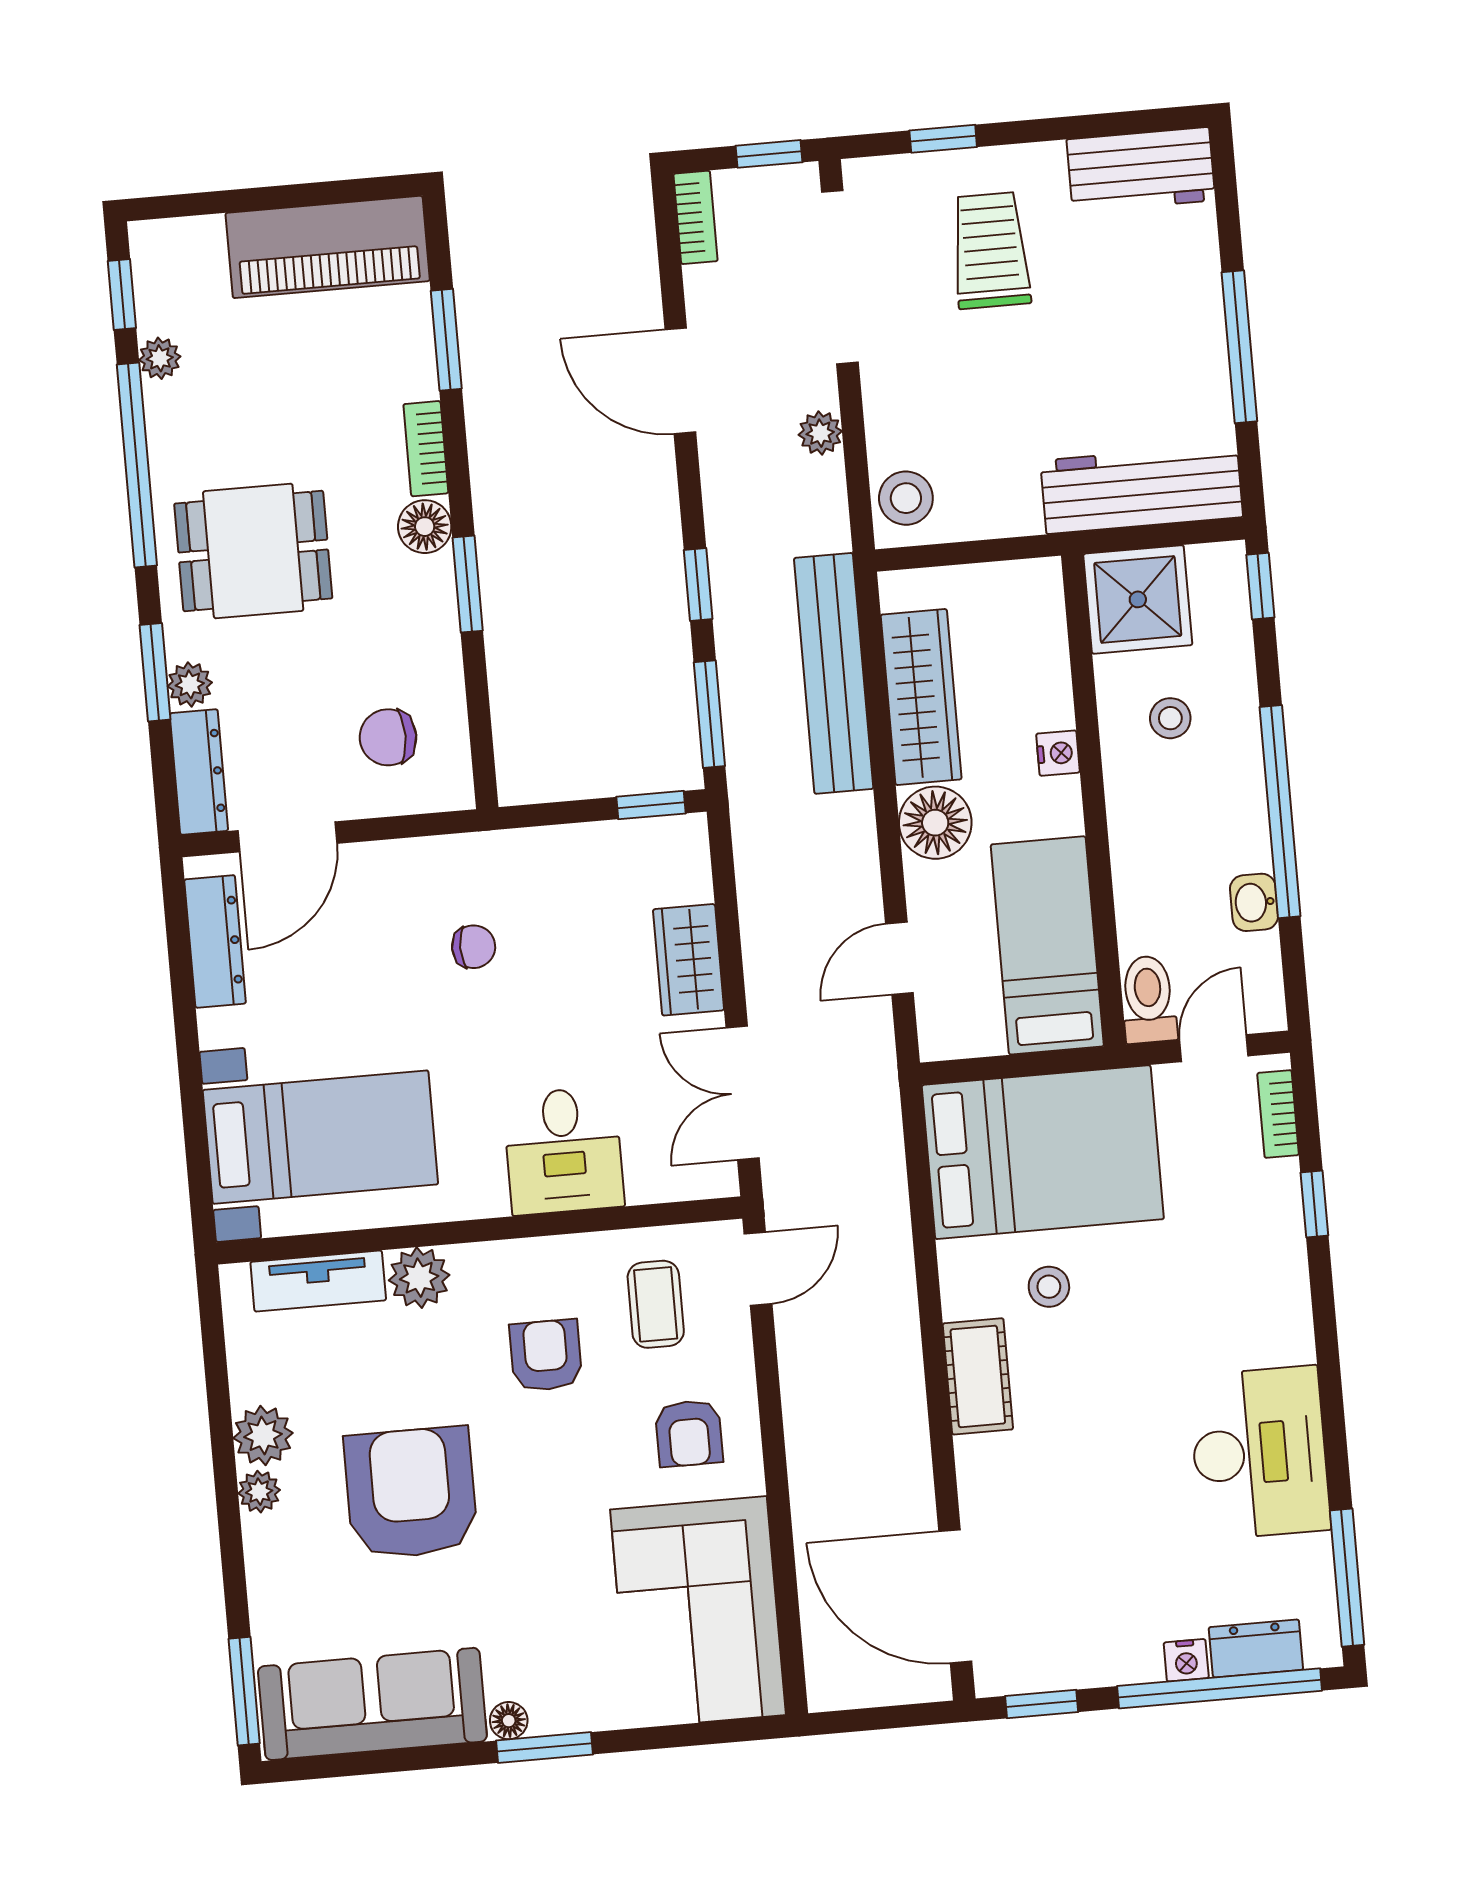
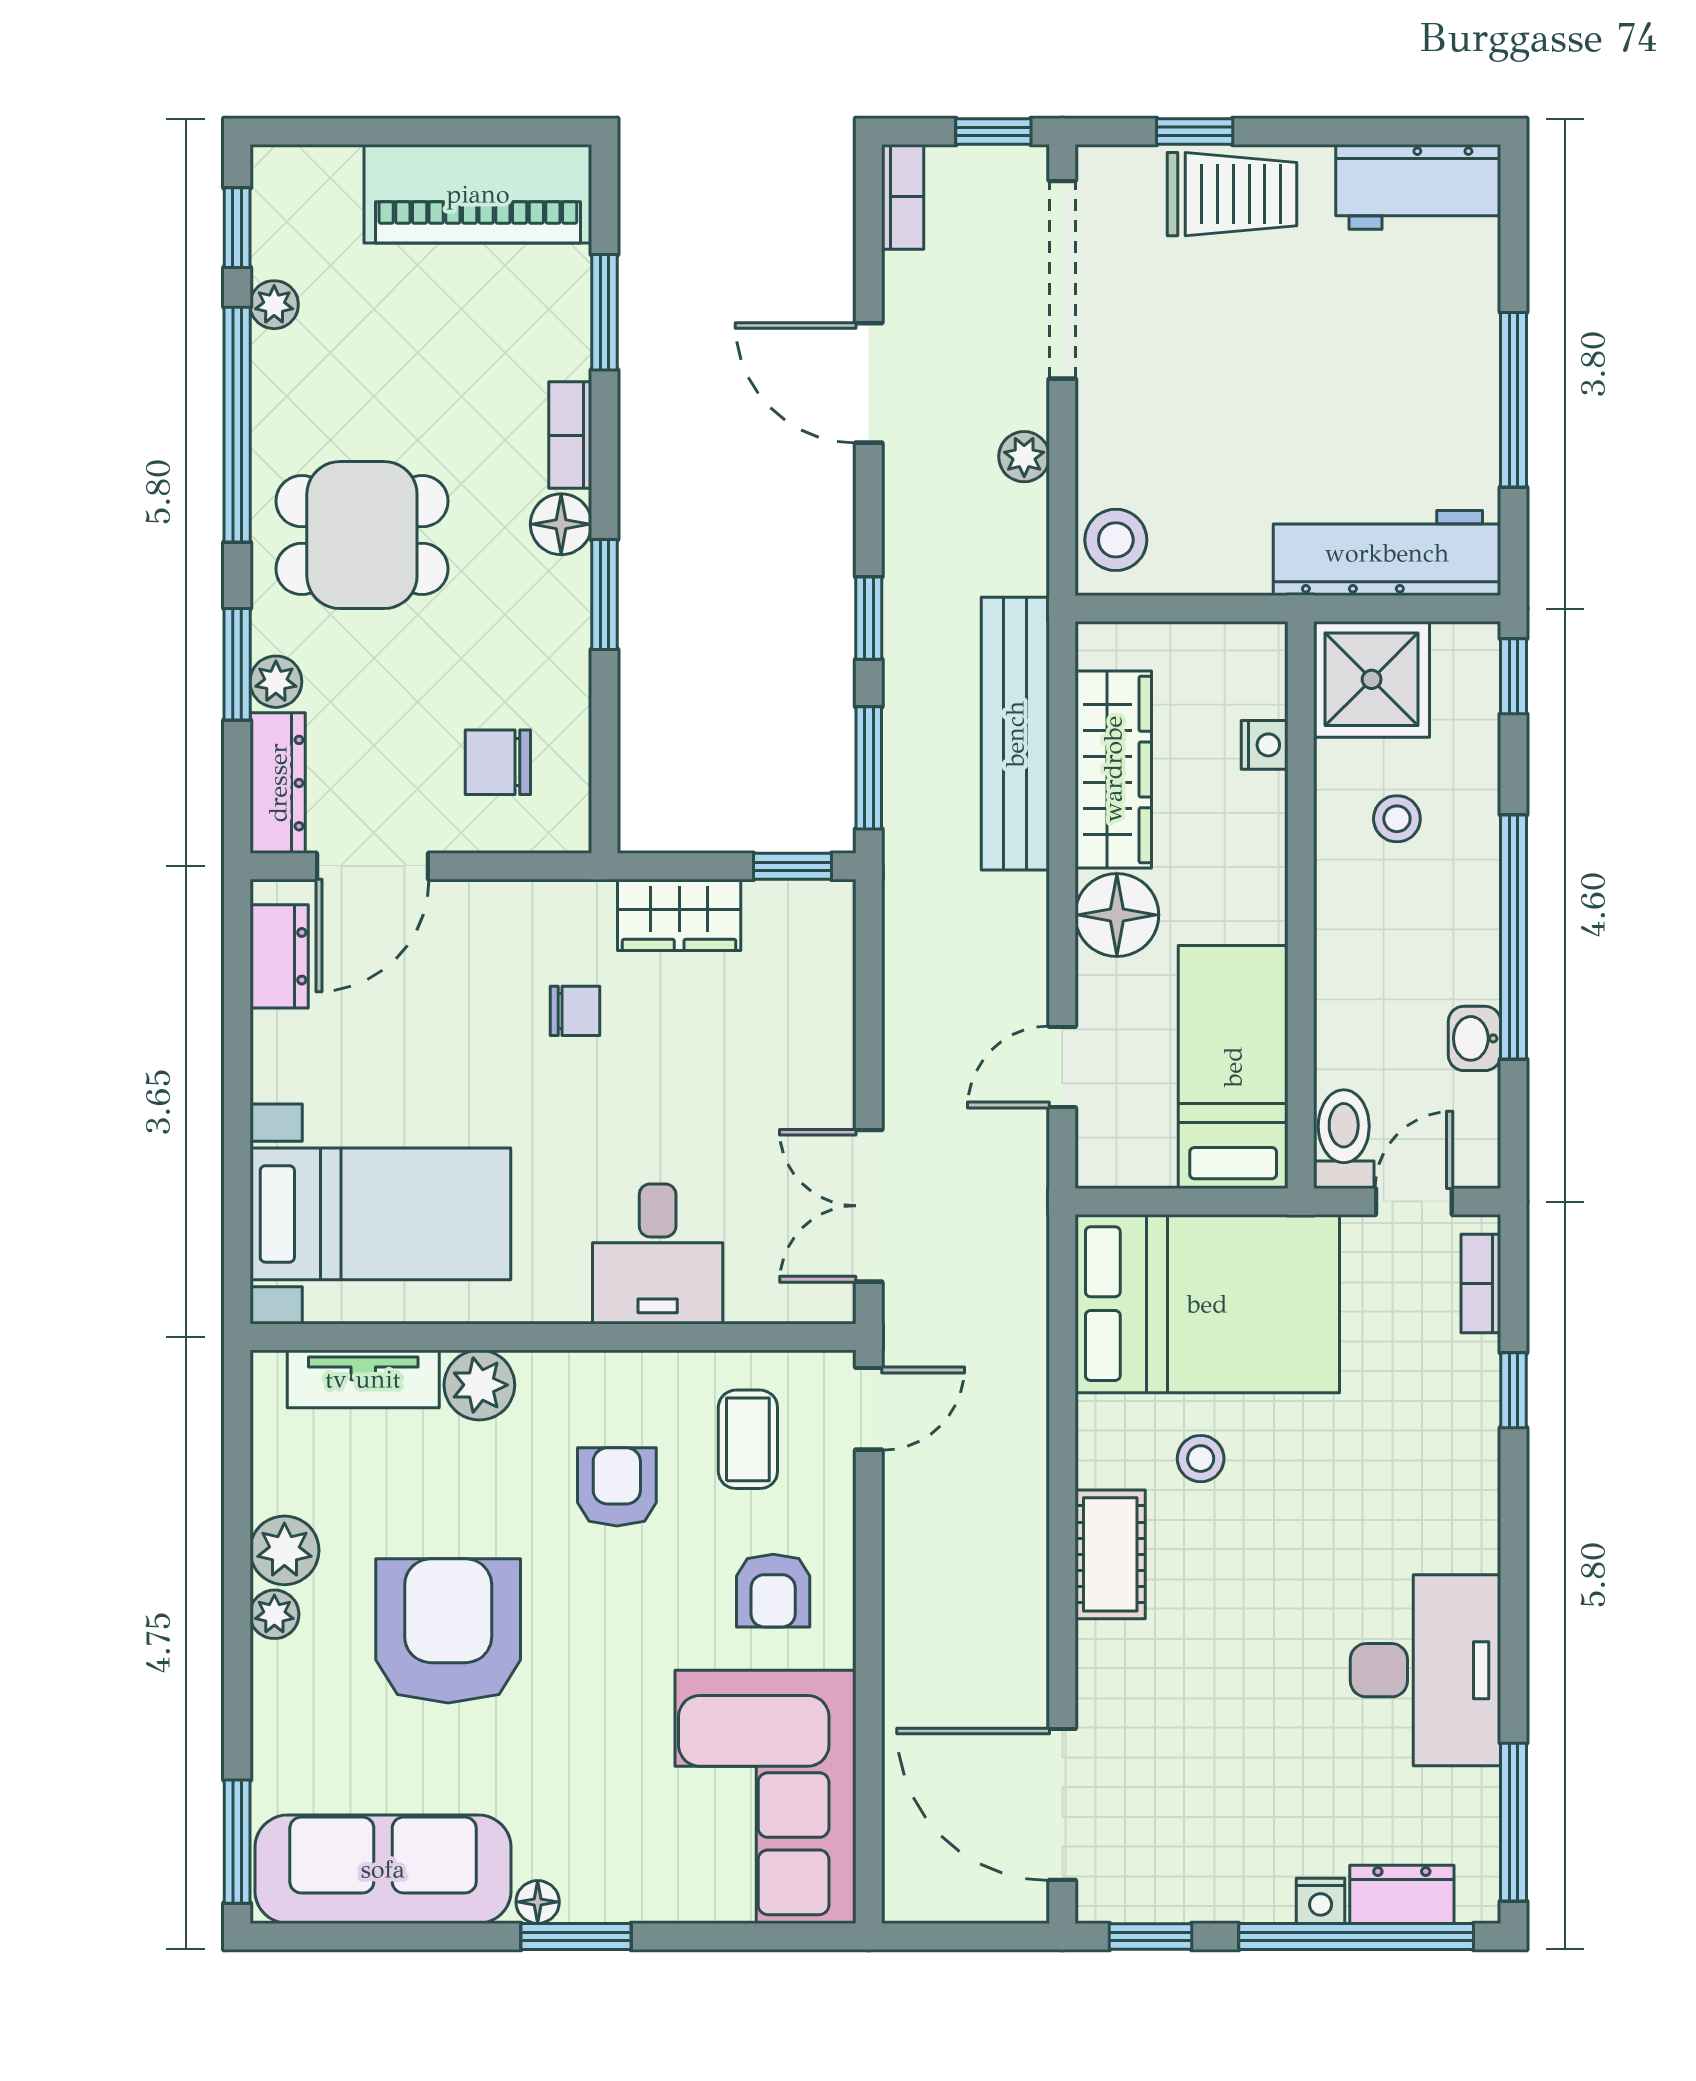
trolley: (990, 250) -> (1232, 194), moved, turned 90
nightstand: (1058, 753) -> (1265, 745), moved
dresser: (215, 941) -> (279, 956), width x0.70
wardrobe: (689, 960) -> (679, 915), moved, turned -90

